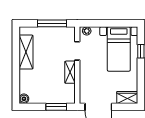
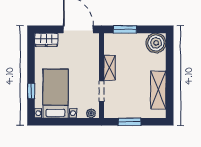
window: (52, 23) -> (130, 122), width x0.69
boiler: (24, 99) -> (156, 43), width x1.86, depth x1.86

